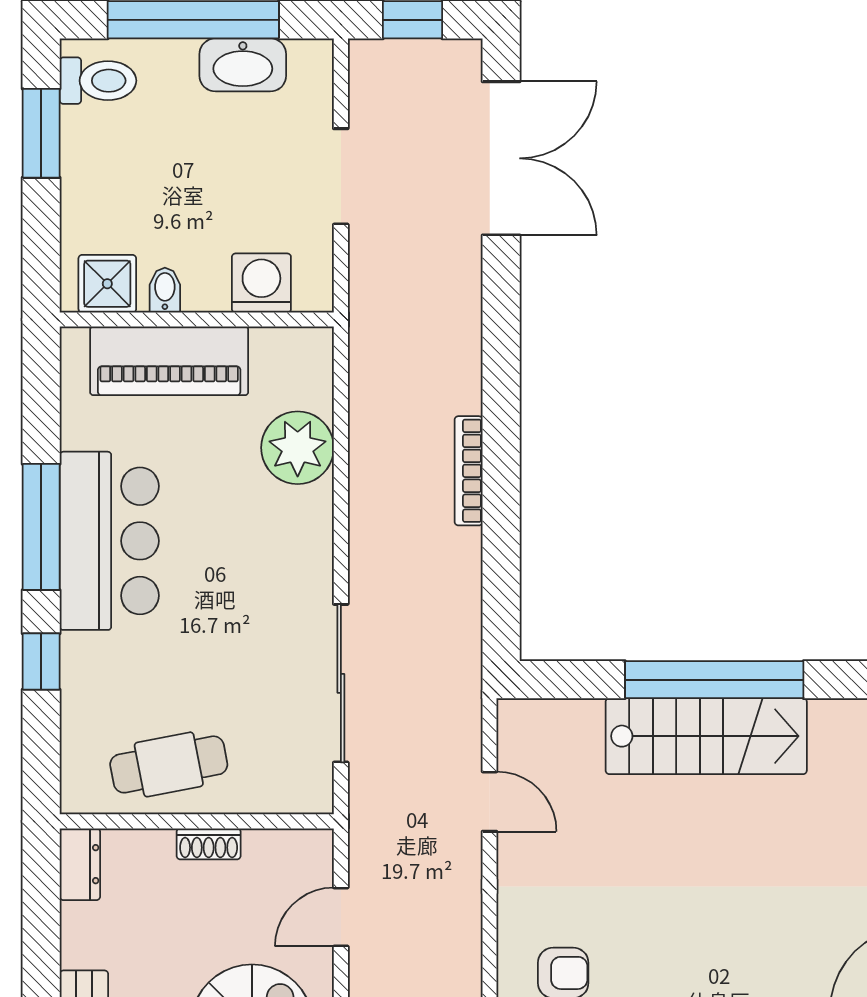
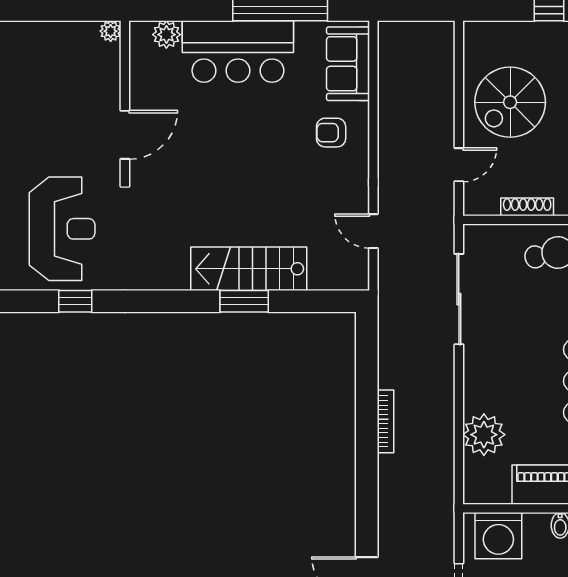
washing machine: (261, 283) -> (498, 536), width x1.37, depth x1.37
window: (714, 680) -> (244, 301), width x0.47
shoe rack: (209, 844) -> (527, 207), width x1.43

